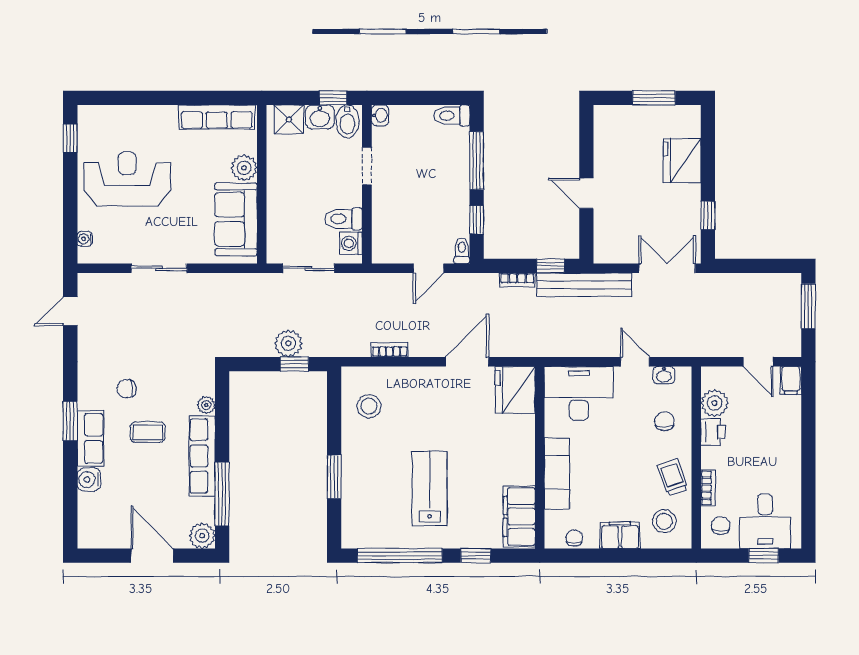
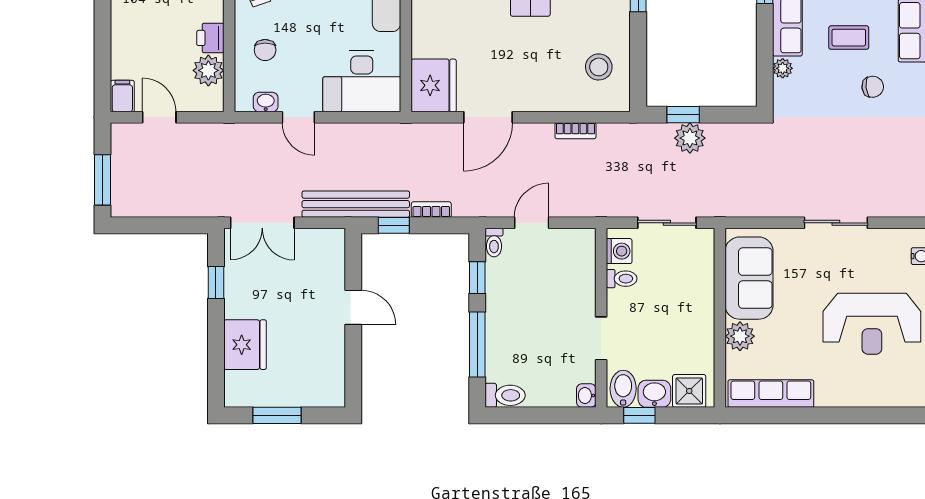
toilet: (344, 219) -> (622, 279), width x0.73, depth x0.72

